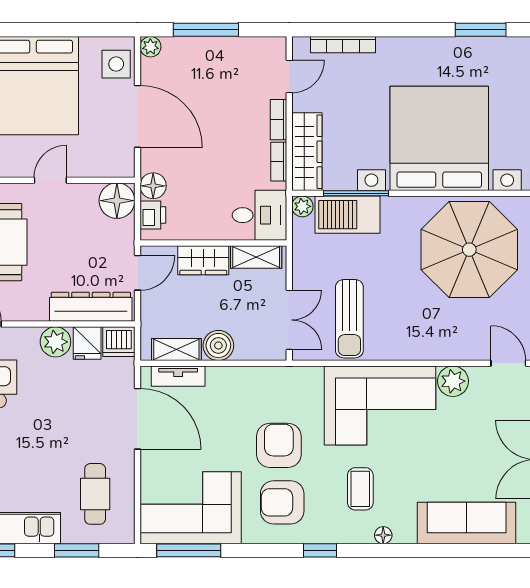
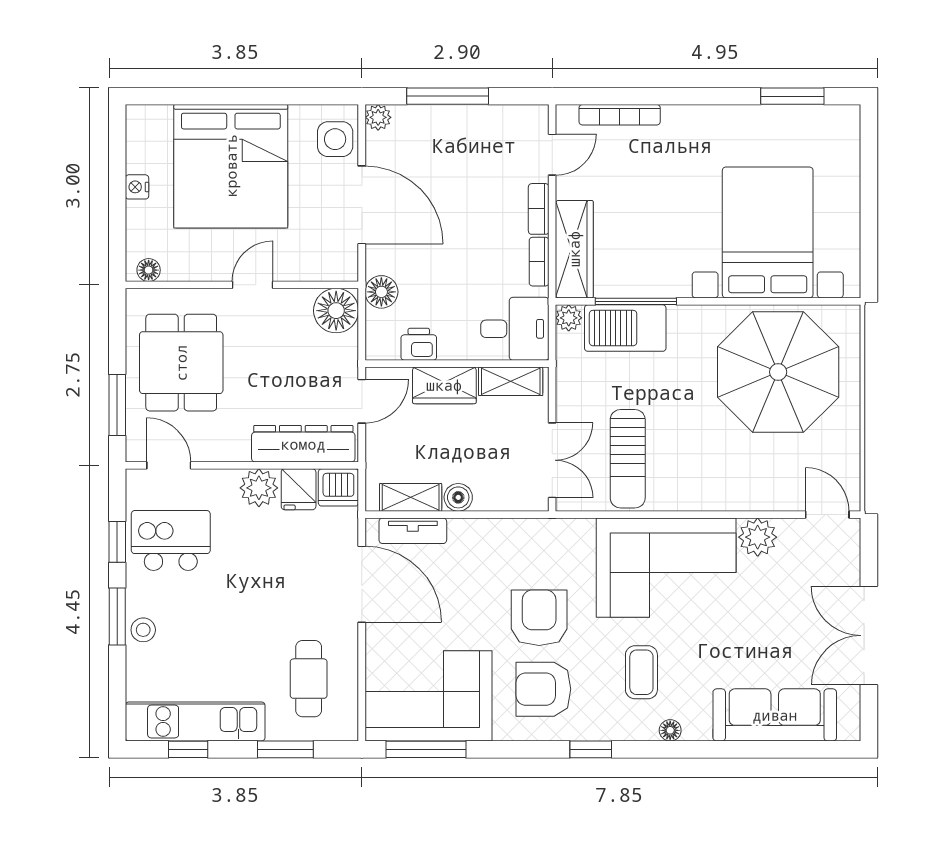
bed with nightstands: (439, 138) -> (768, 232), width x0.73
printer: (153, 215) -> (419, 344), moved, turned -90
boiler: (218, 345) -> (458, 497), width x0.73, depth x0.73

